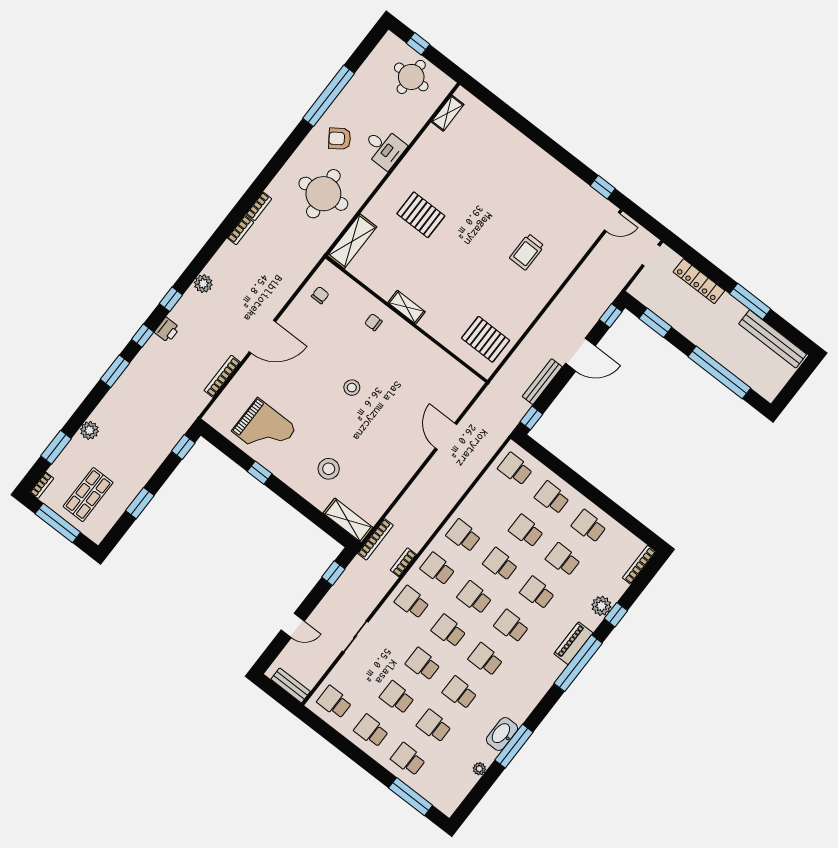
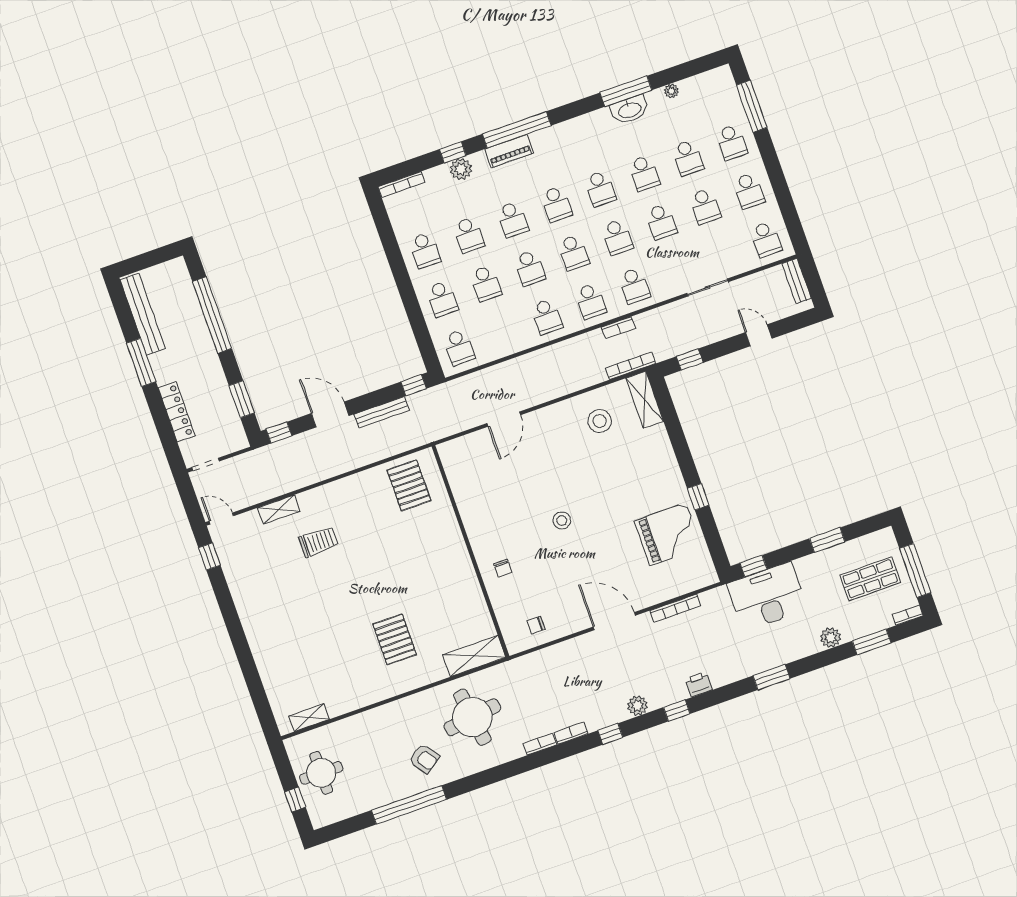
desk: (384, 148) -> (767, 597), moved, width x1.87, depth x1.30
shelving: (407, 307) -> (279, 510), moved, turned 90
window: (143, 336) -> (610, 734), moved
grand piano: (264, 429) -> (668, 534), turned 90
stool: (329, 469) -> (600, 421), moved

